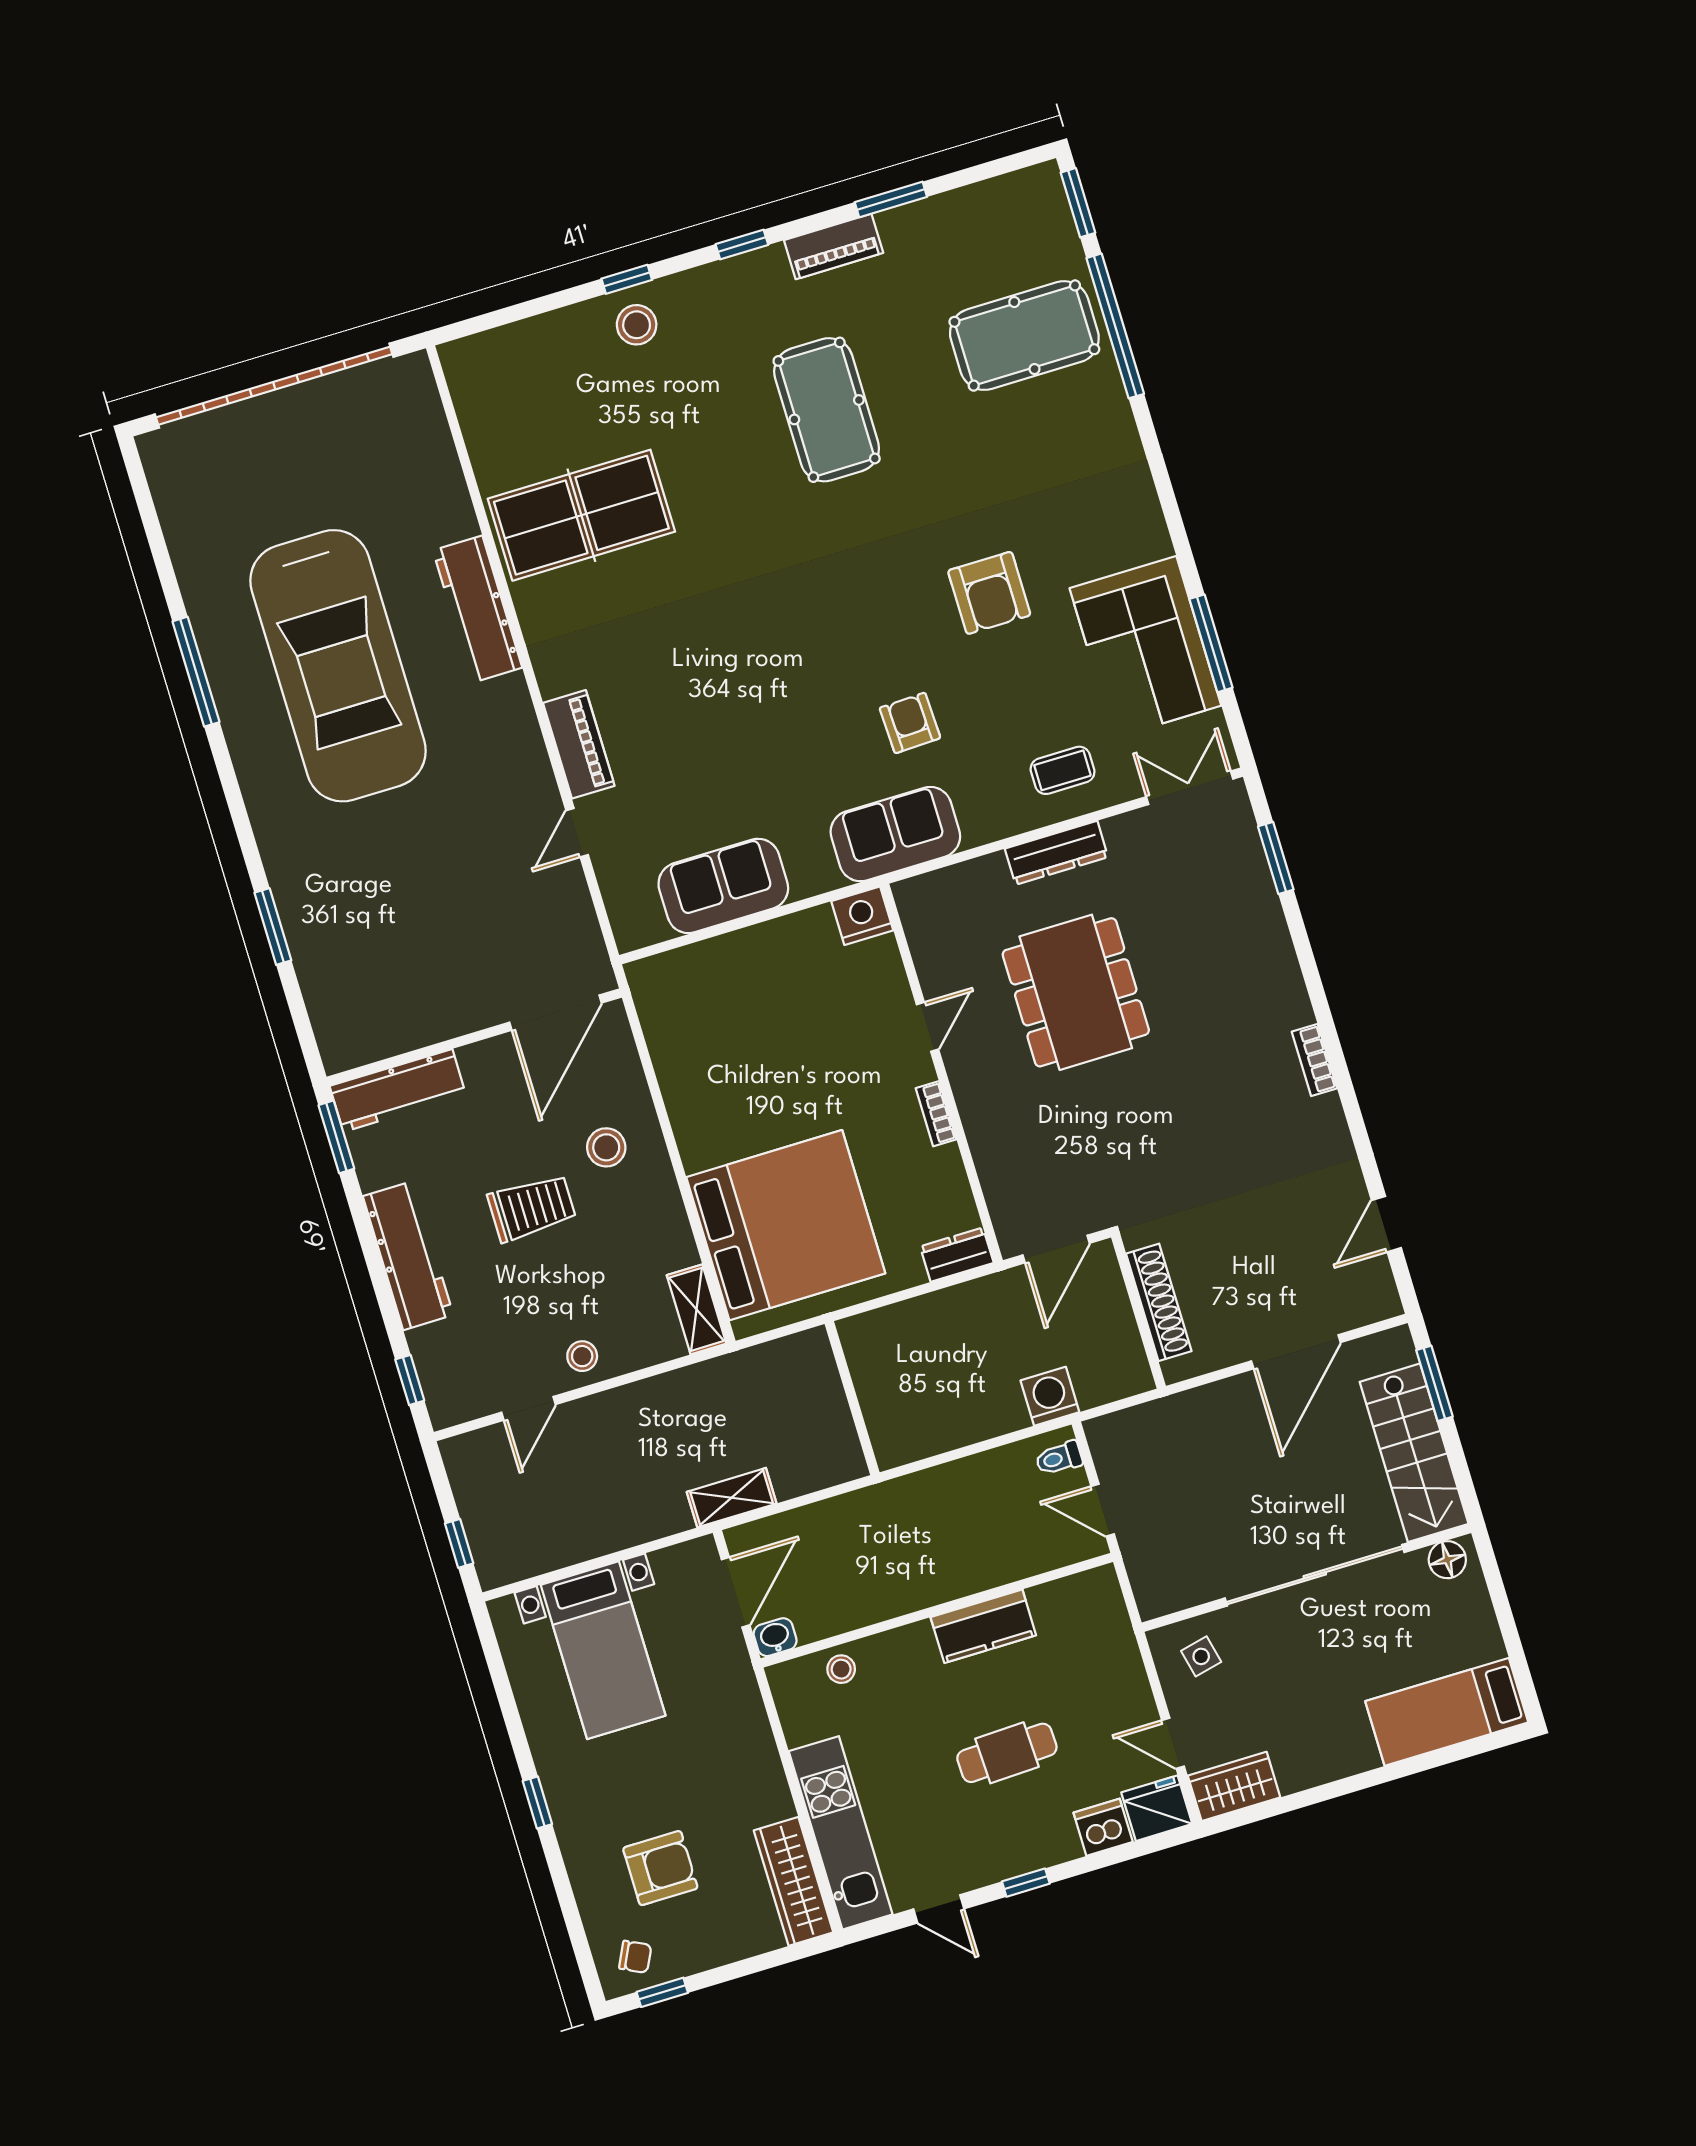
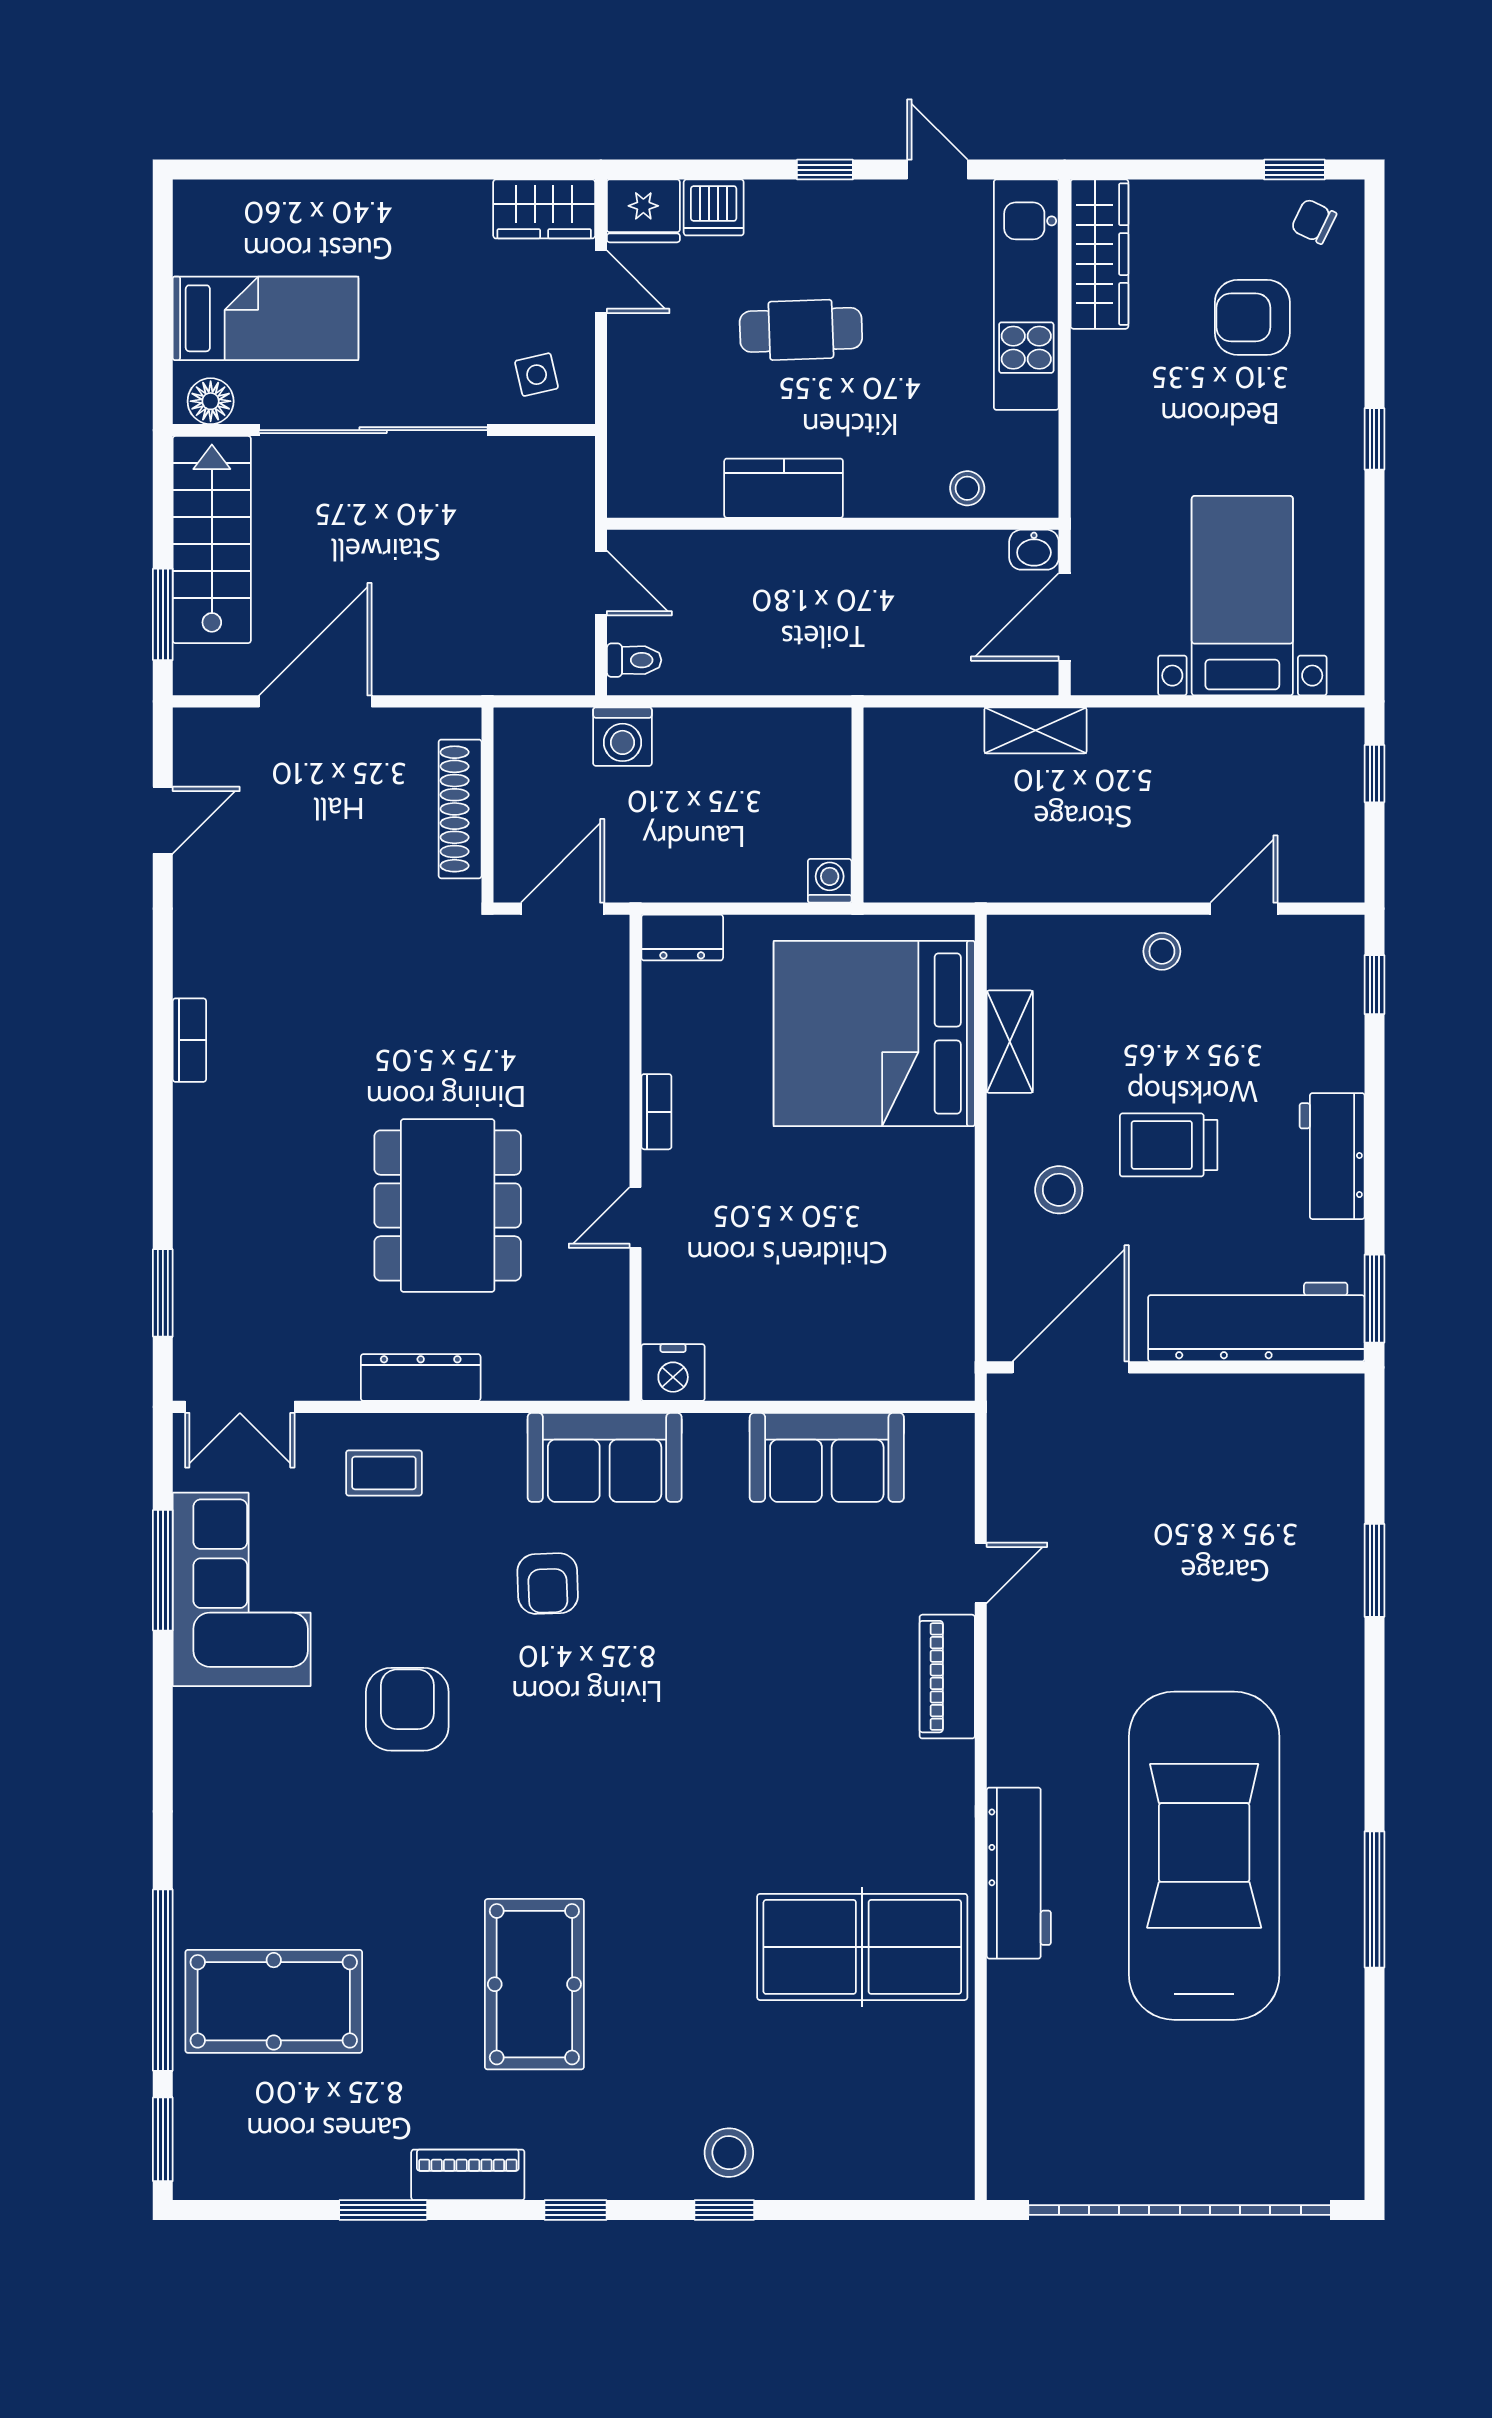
workbench: (398, 1090) -> (1256, 1322), width x1.36, depth x1.32
workbench: (408, 1256) -> (1332, 1156), width x0.73
shelving: (697, 1309) -> (1010, 1042), moved
washing machine: (856, 1333) -> (830, 881), added
bed: (1447, 1712) -> (266, 318), moved

